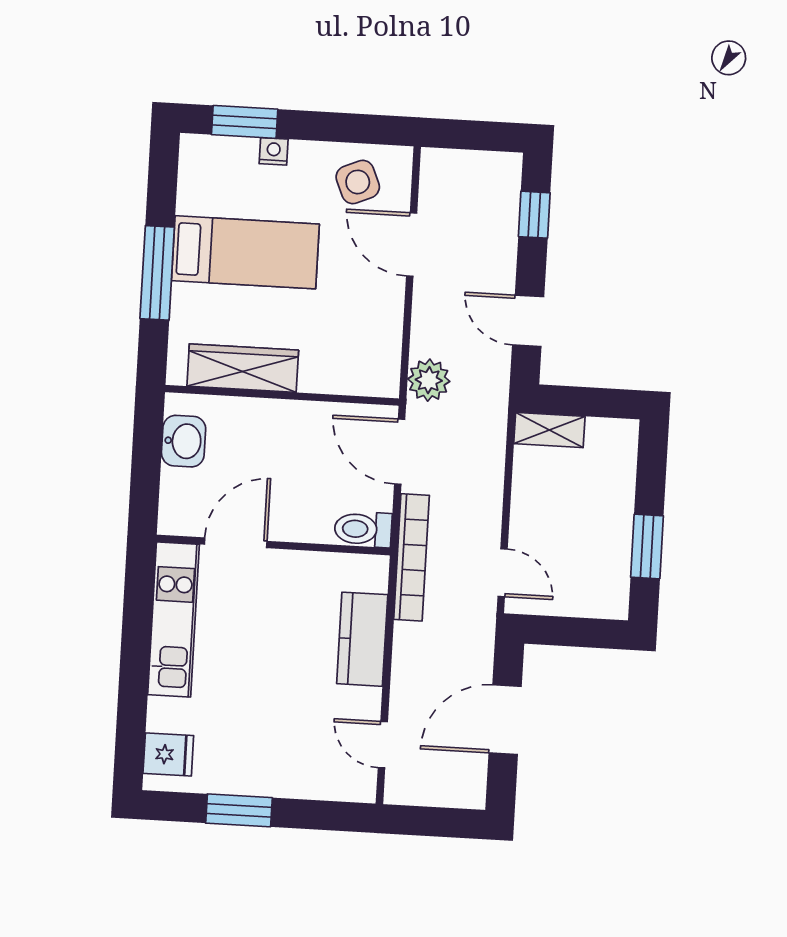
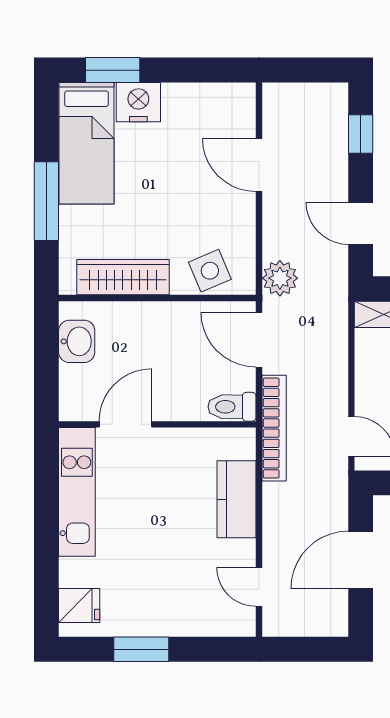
nightstand: (274, 151) -> (138, 102), width x1.89, depth x1.79
side table: (358, 182) -> (210, 271), moved
bed: (245, 252) -> (87, 143), moved, turned 90

